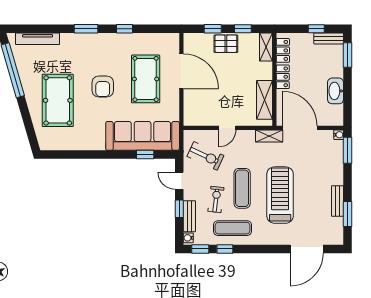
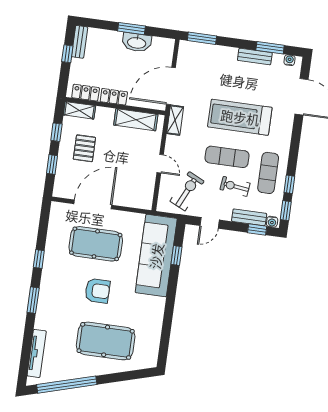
pallet: (226, 44) -> (84, 148), moved
window: (348, 55) -> (132, 29), moved
water cooler: (339, 135) -> (289, 60), moved
window: (179, 209) -> (257, 229), moved

